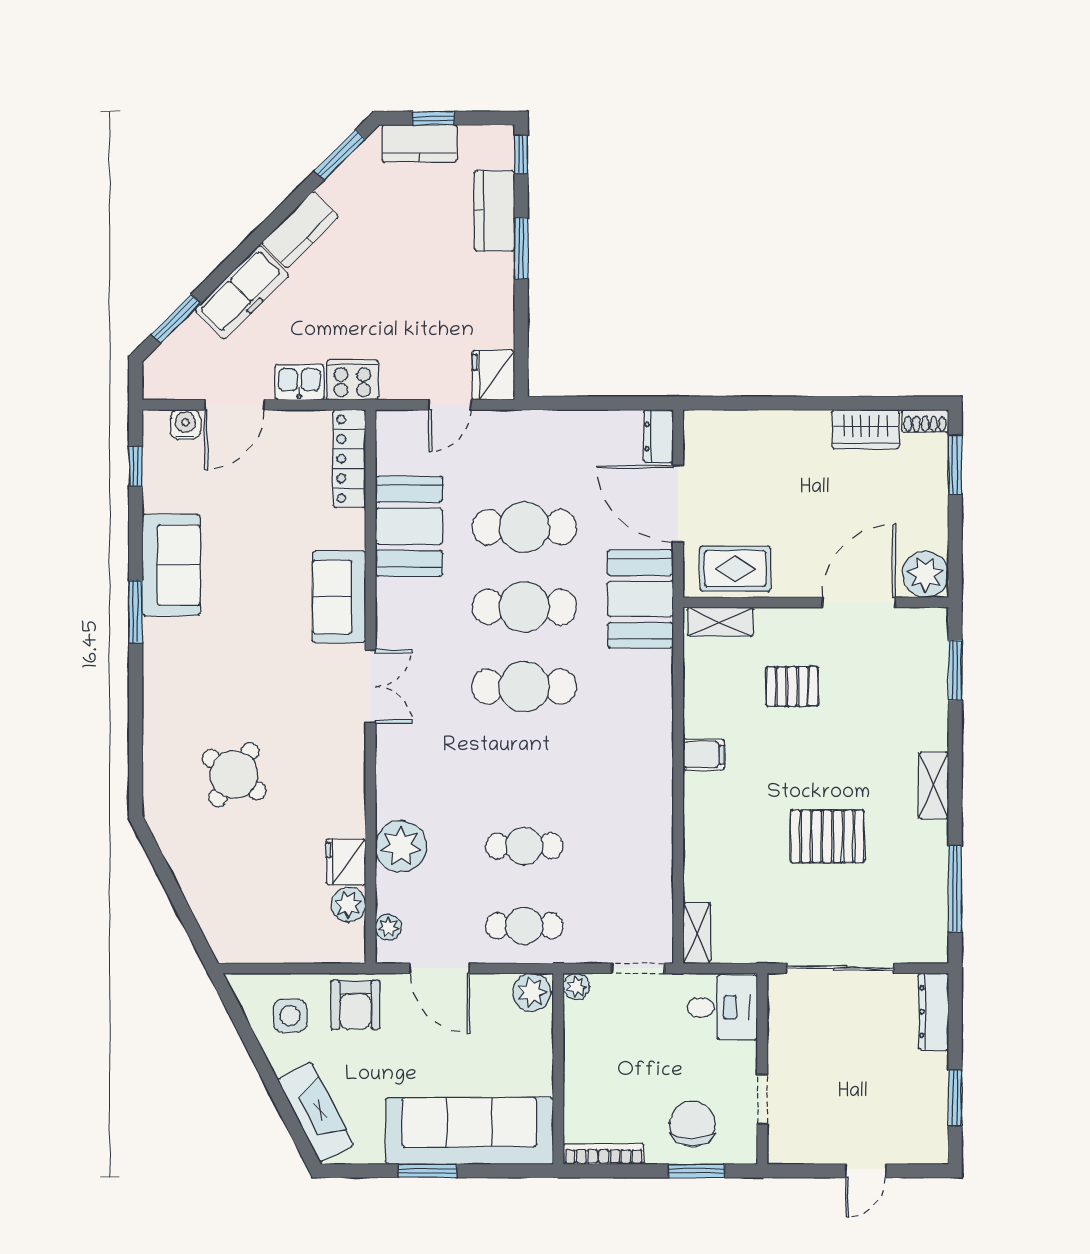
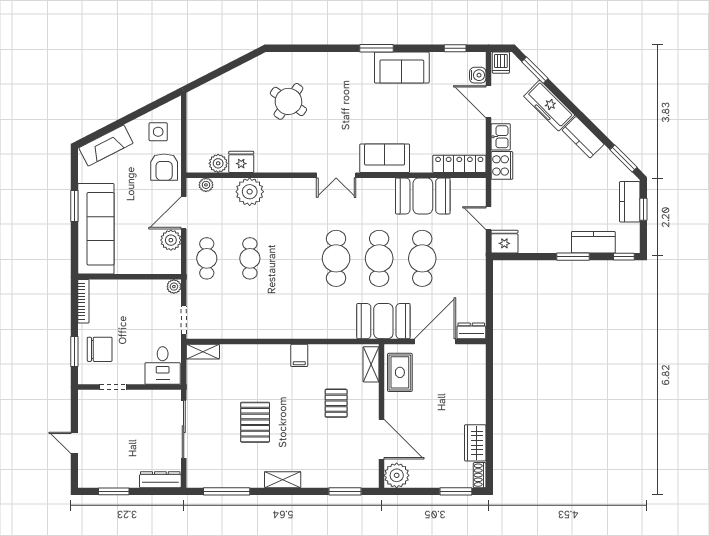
dishwasher: (162, 382) -> (501, 63), added
plant: (532, 992) -> (171, 240), moved
armchair: (355, 1005) -> (164, 167), turned -90

